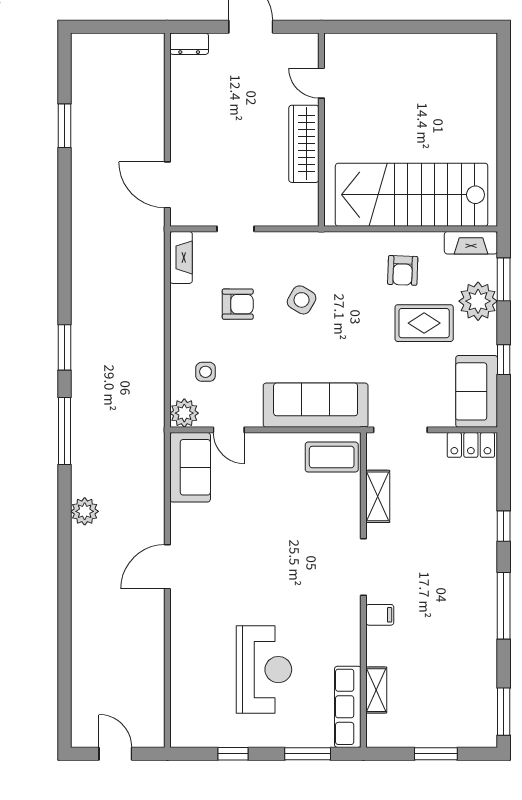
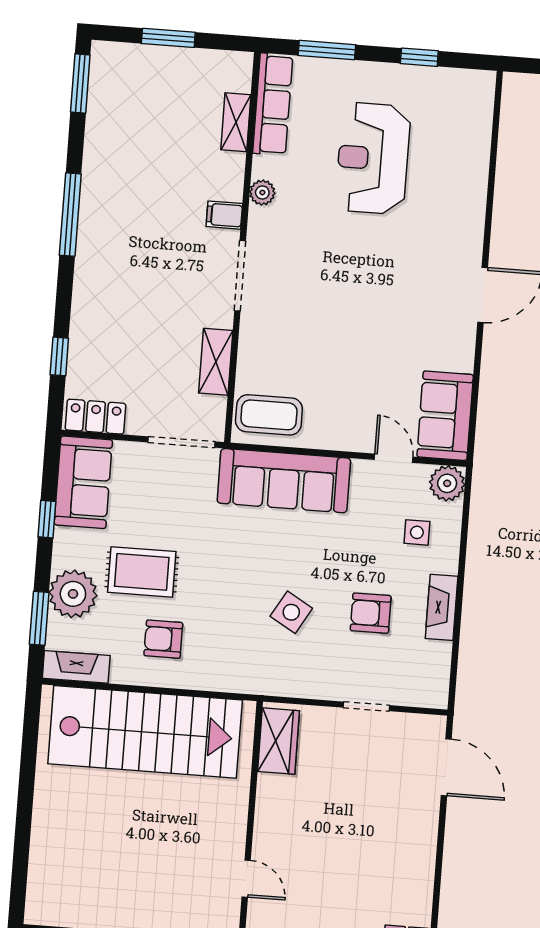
wardrobe: (304, 144) -> (278, 741), moved, width x0.67
fireplace: (181, 257) -> (442, 607), moved
armchair: (403, 270) -> (163, 639), turned -92
window: (504, 526) -> (59, 356), moved
plant: (351, 635) -> (262, 192), added

